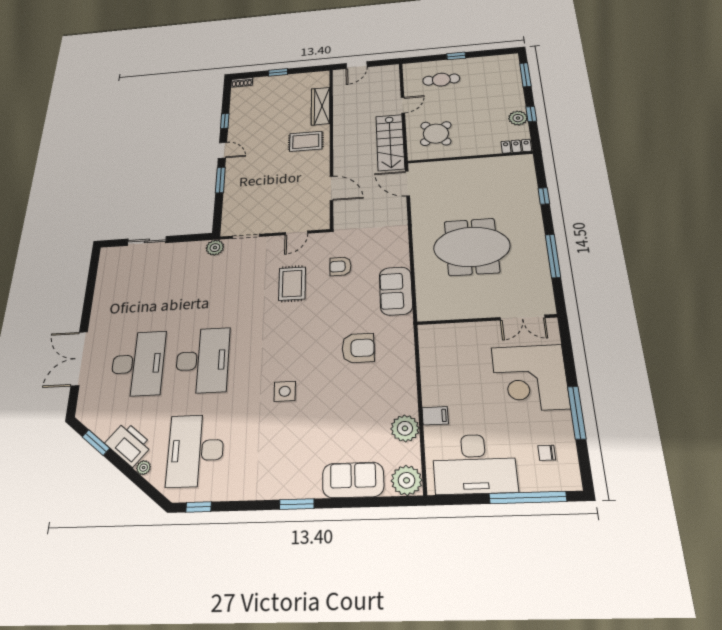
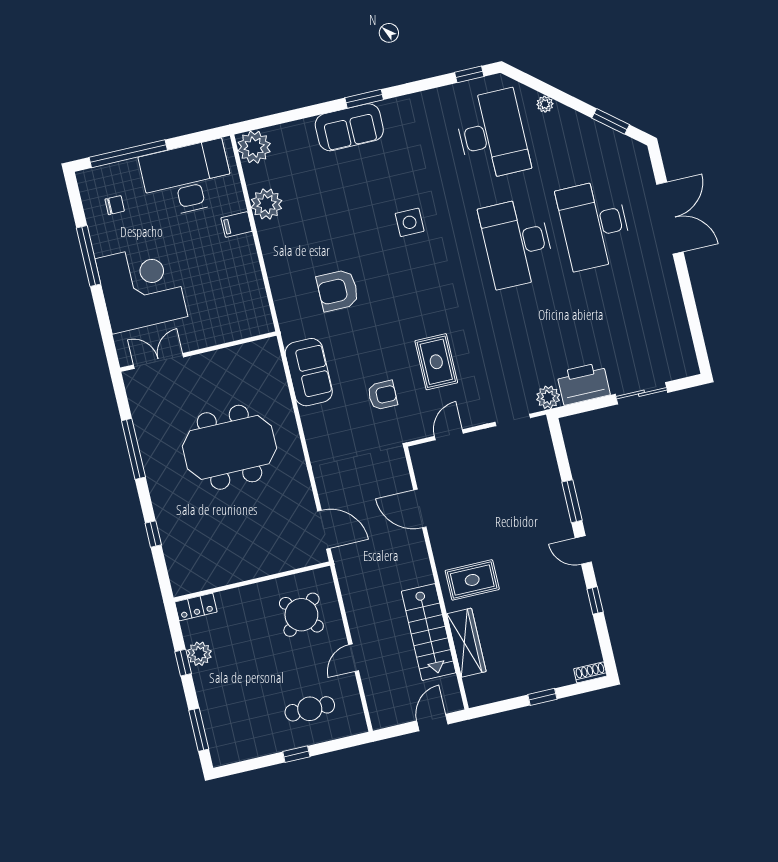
stairs: (390, 142) -> (429, 632), moved, turned 180
printer: (129, 444) -> (583, 384), moved, turned 141
sofa: (353, 480) -> (349, 127), moved

